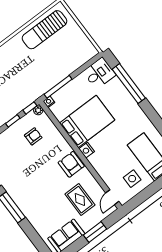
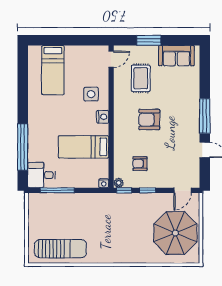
window: (58, 87) -> (57, 190), moved
bed: (87, 121) -> (83, 147), width x0.67
armchair: (71, 164) -> (149, 120), moved, turned 90
side table: (132, 179) -> (91, 94), moved

